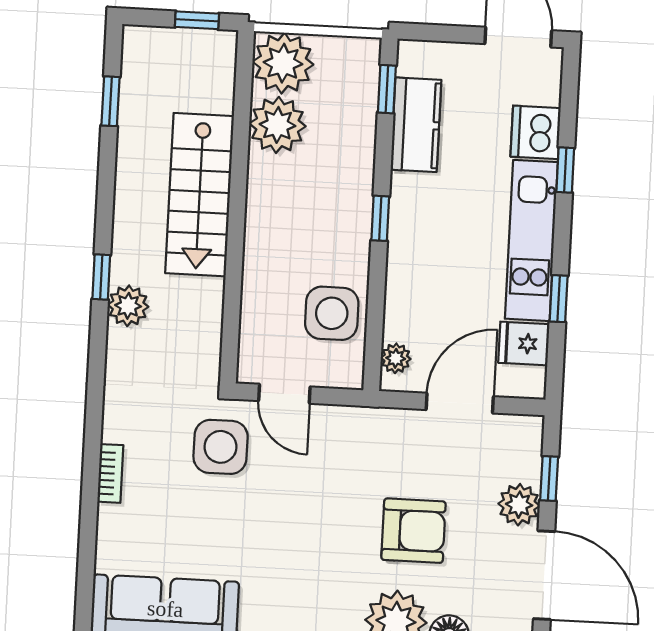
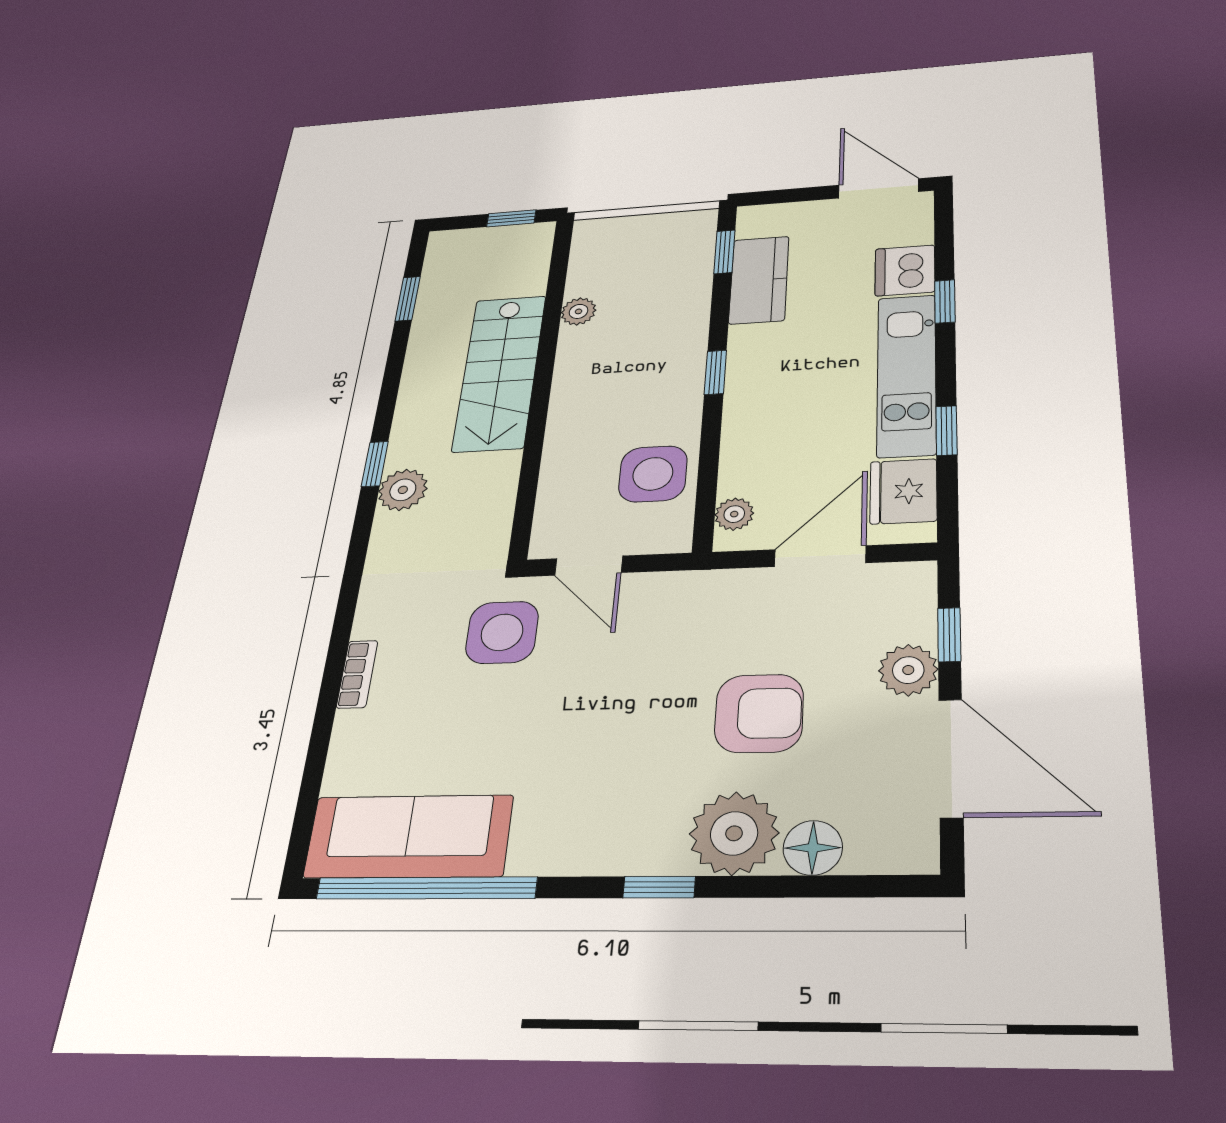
plant: (283, 63) -> (605, 243), removed
plant: (277, 125) -> (579, 311), width x0.53, depth x0.53
fridge: (524, 343) -> (903, 491), width x1.38

